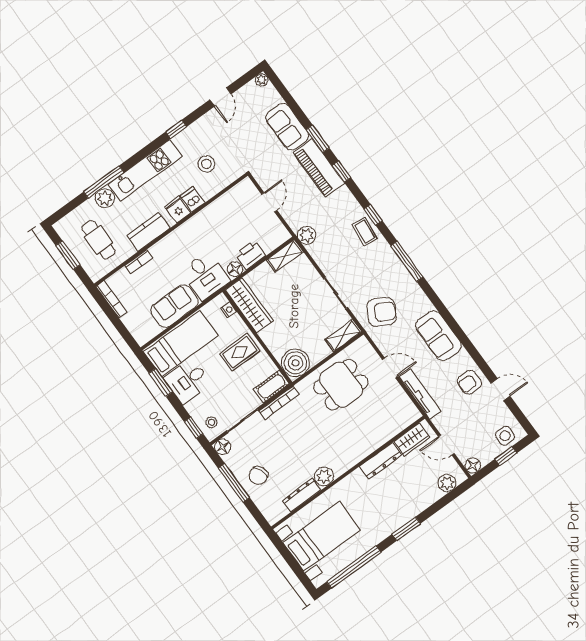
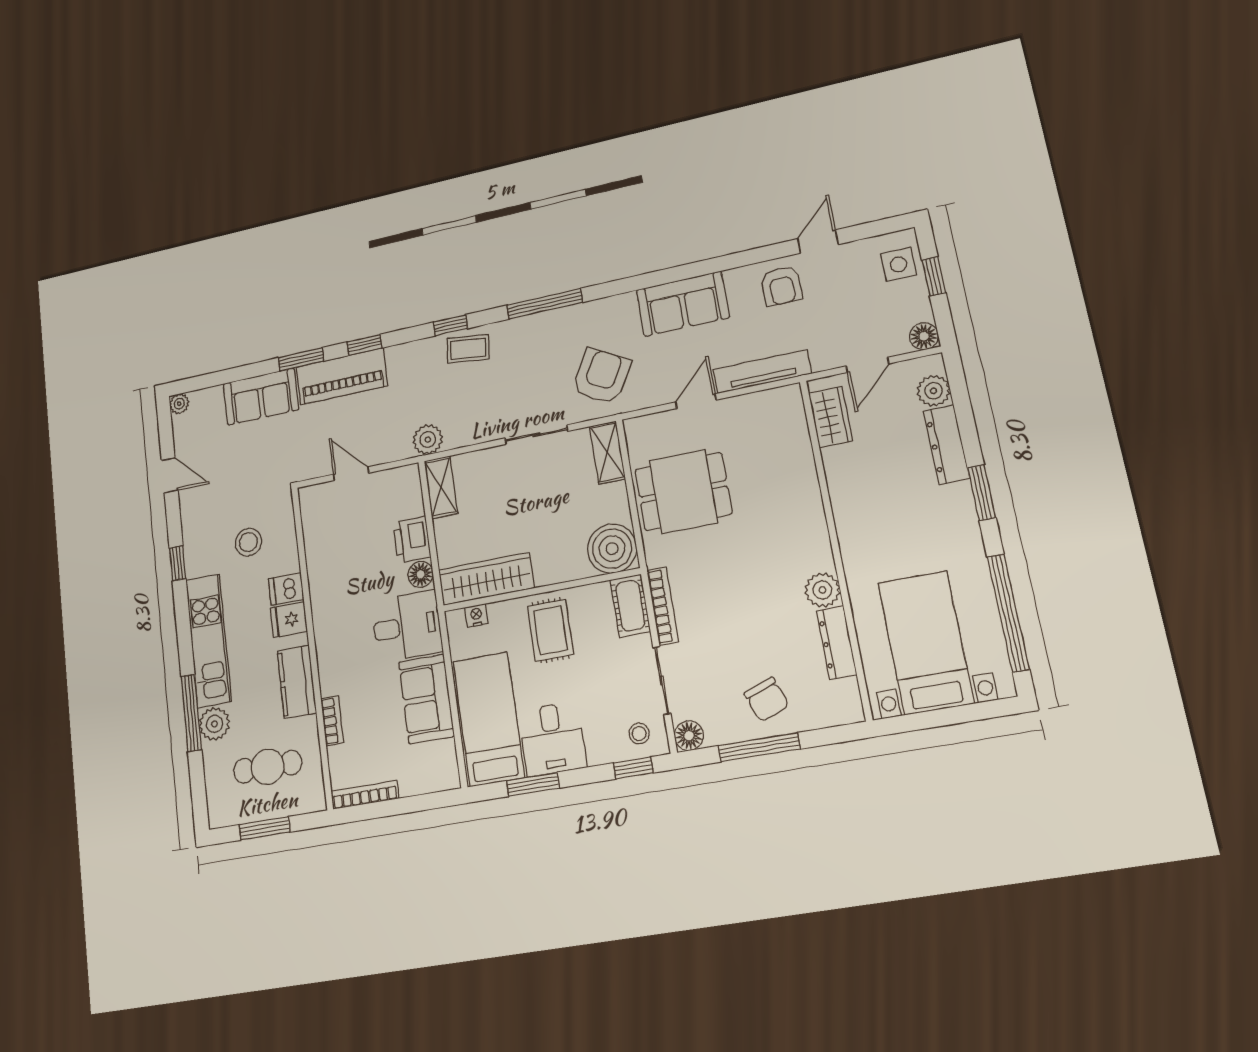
dining table: (341, 385) -> (683, 492), turned 90
dresser: (381, 461) -> (947, 445), moved, turned 180

